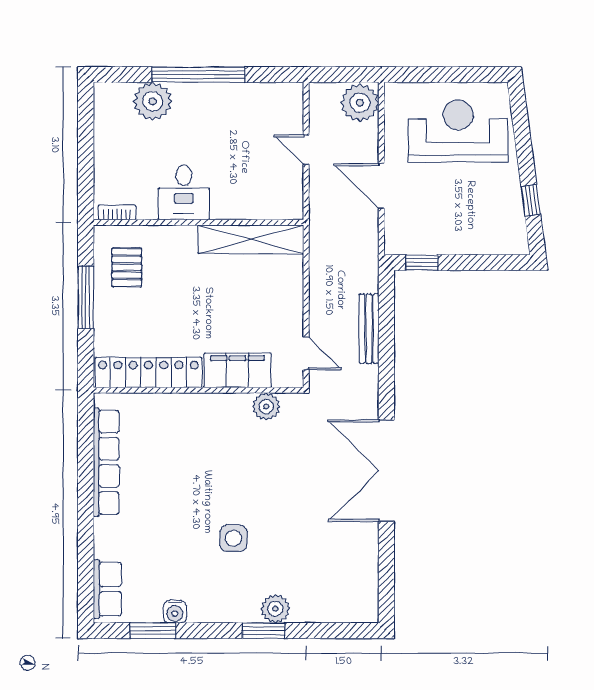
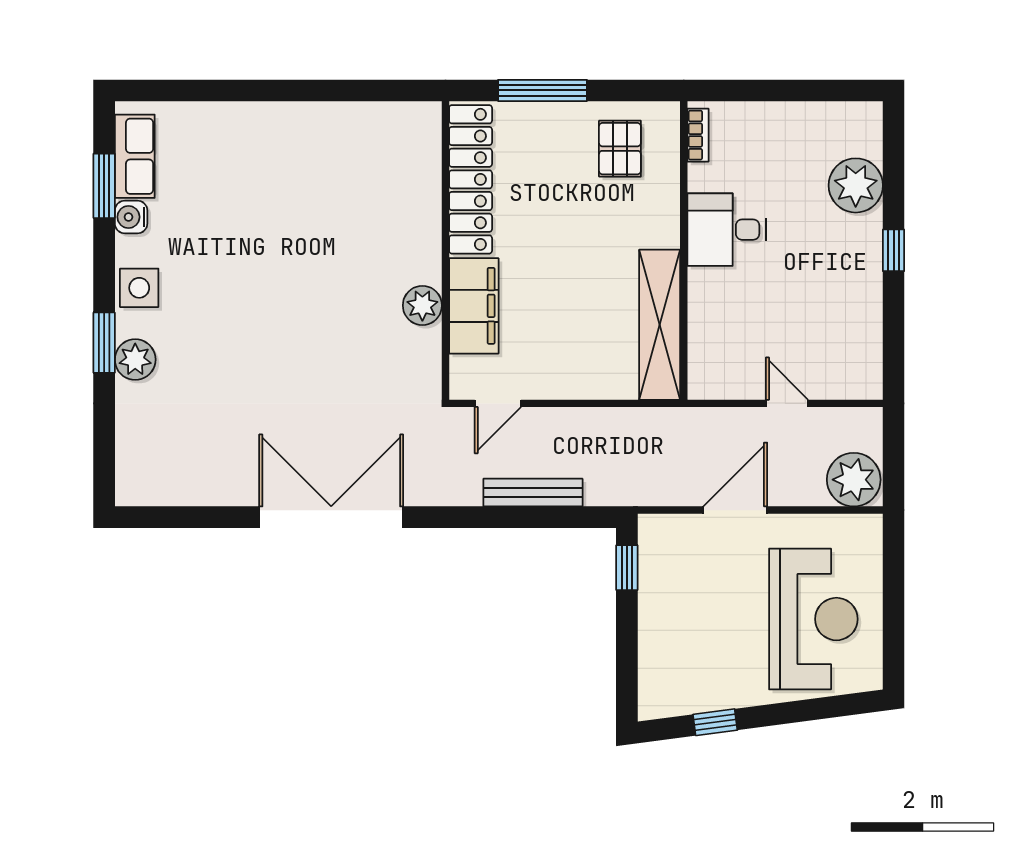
window: (198, 75) -> (894, 250), width x0.32
door: (306, 150) -> (787, 403), hinge flipped
pallet: (127, 267) -> (620, 149), turned 90
window: (86, 297) -> (542, 90), moved
plant: (266, 407) -> (422, 305), moved
row of seats: (106, 462) -> (343, 119), removed
side table: (233, 538) -> (139, 288), moved
row of seats: (107, 589) -> (135, 156), moved, turned -90

